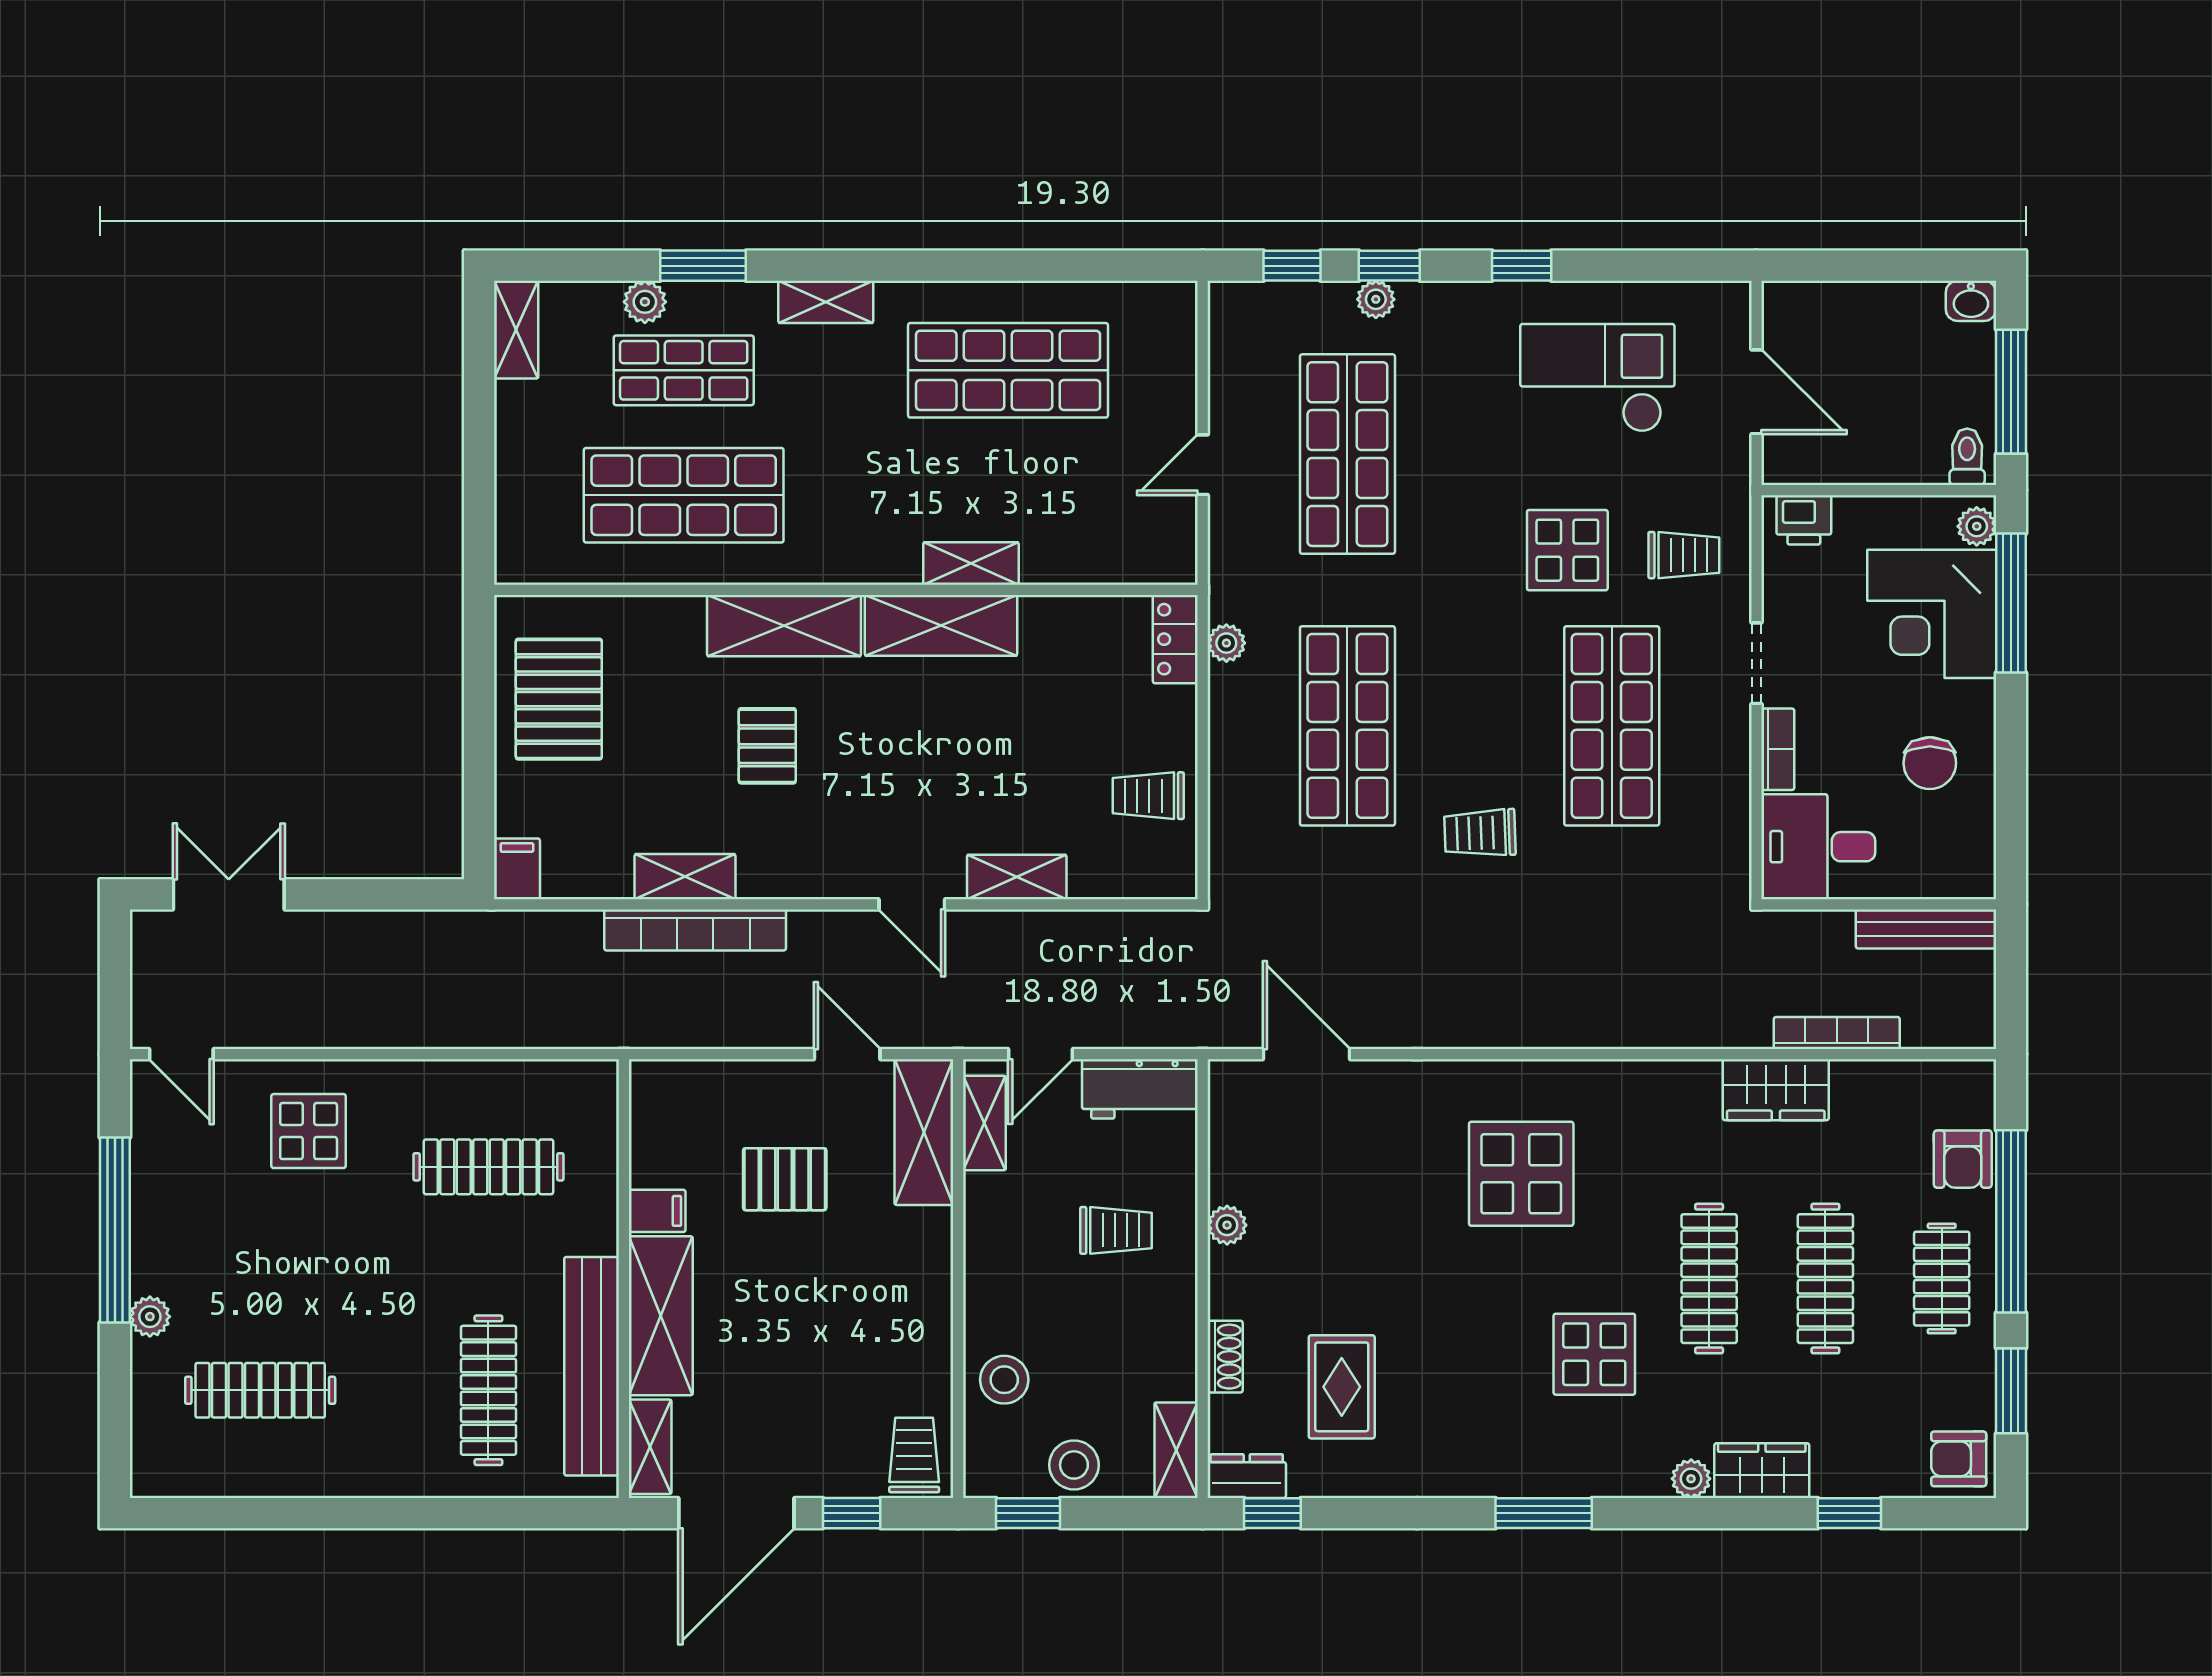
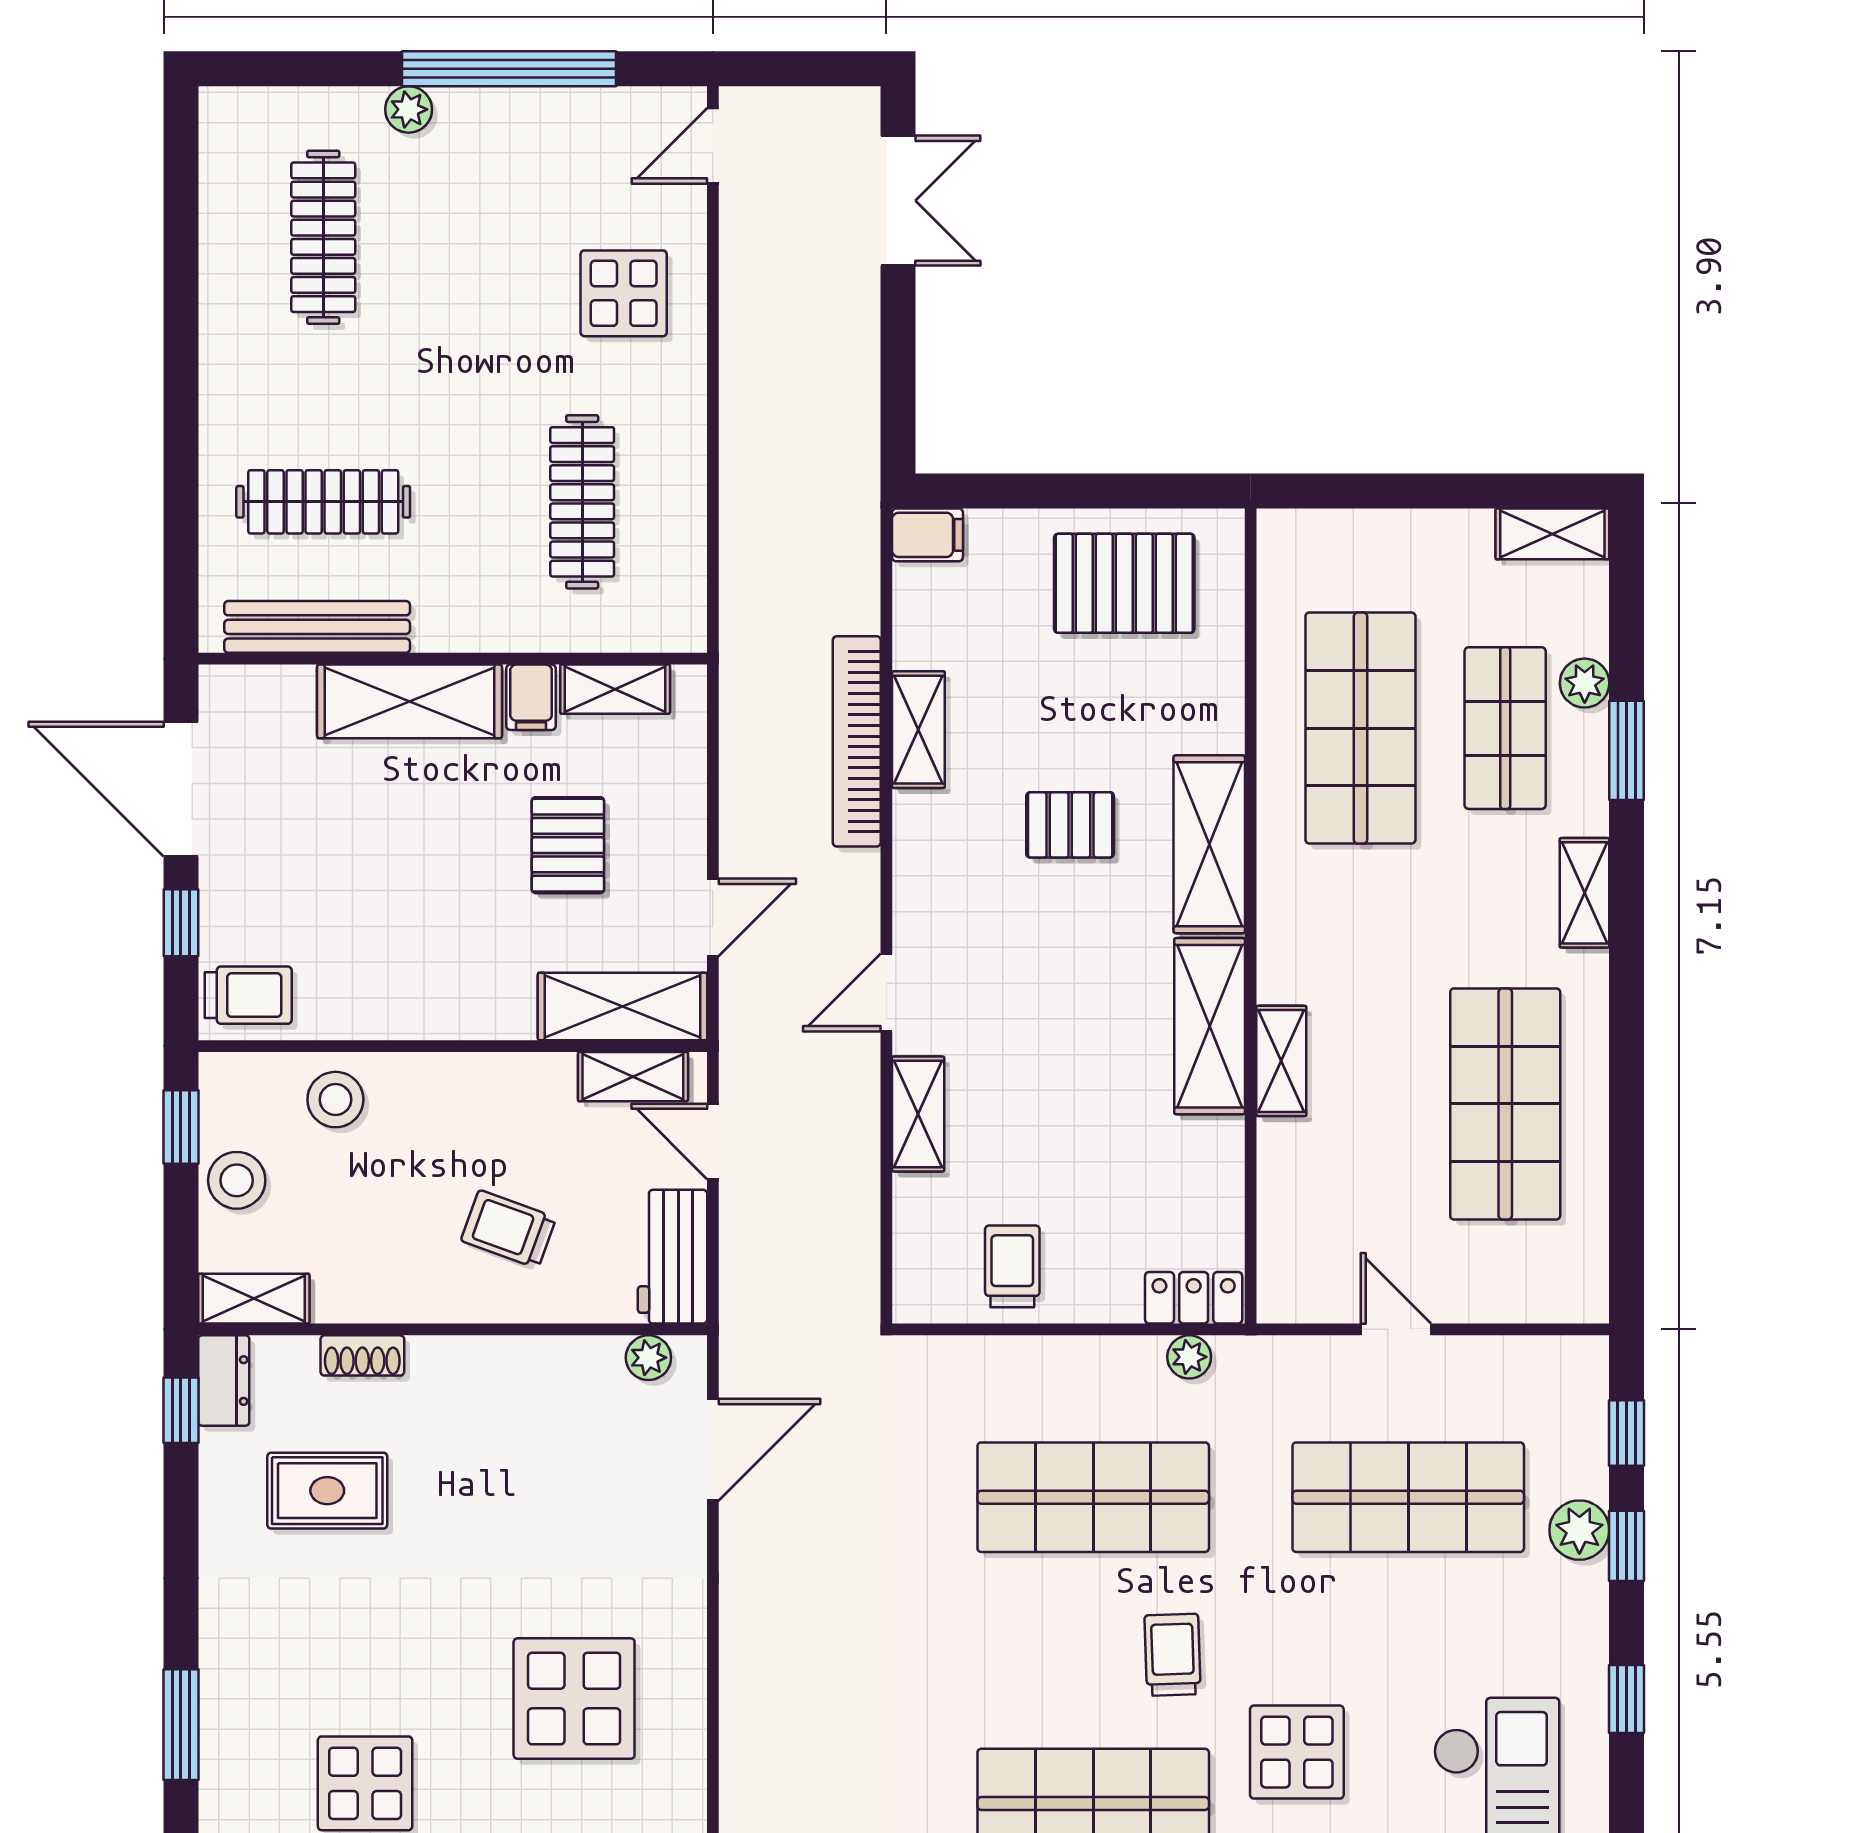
plant: (1376, 299) -> (1579, 1530), width x1.38, depth x1.38
trolley: (1480, 833) -> (1173, 1655), moved
plant: (1227, 1225) -> (648, 1358), moved
trolley: (1116, 1230) -> (508, 1229), turned 110
bench: (592, 1366) -> (317, 627), width x0.73, depth x0.82
shelving: (650, 1447) -> (615, 689), moved

